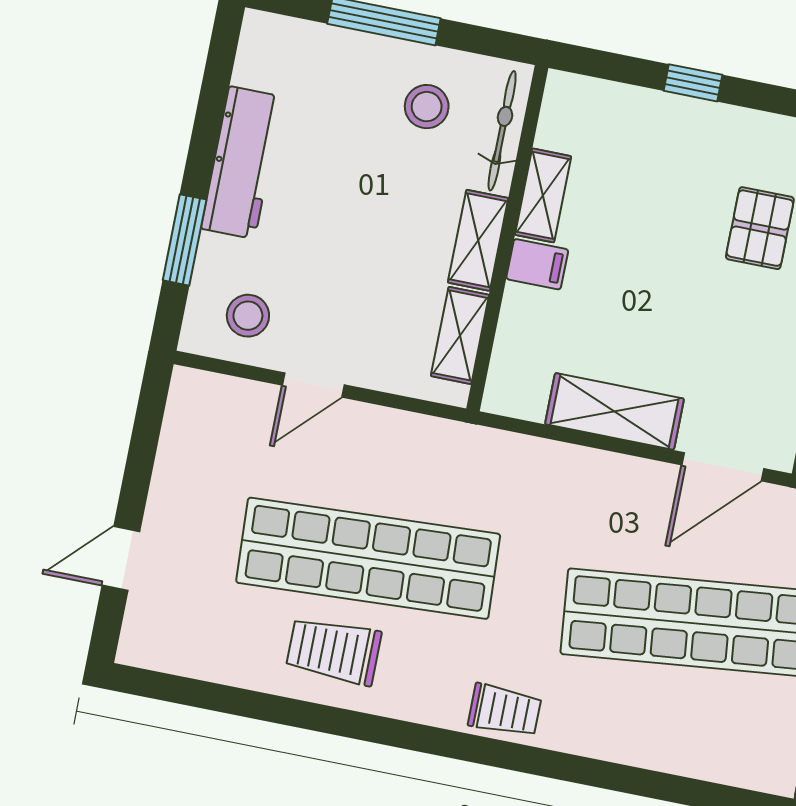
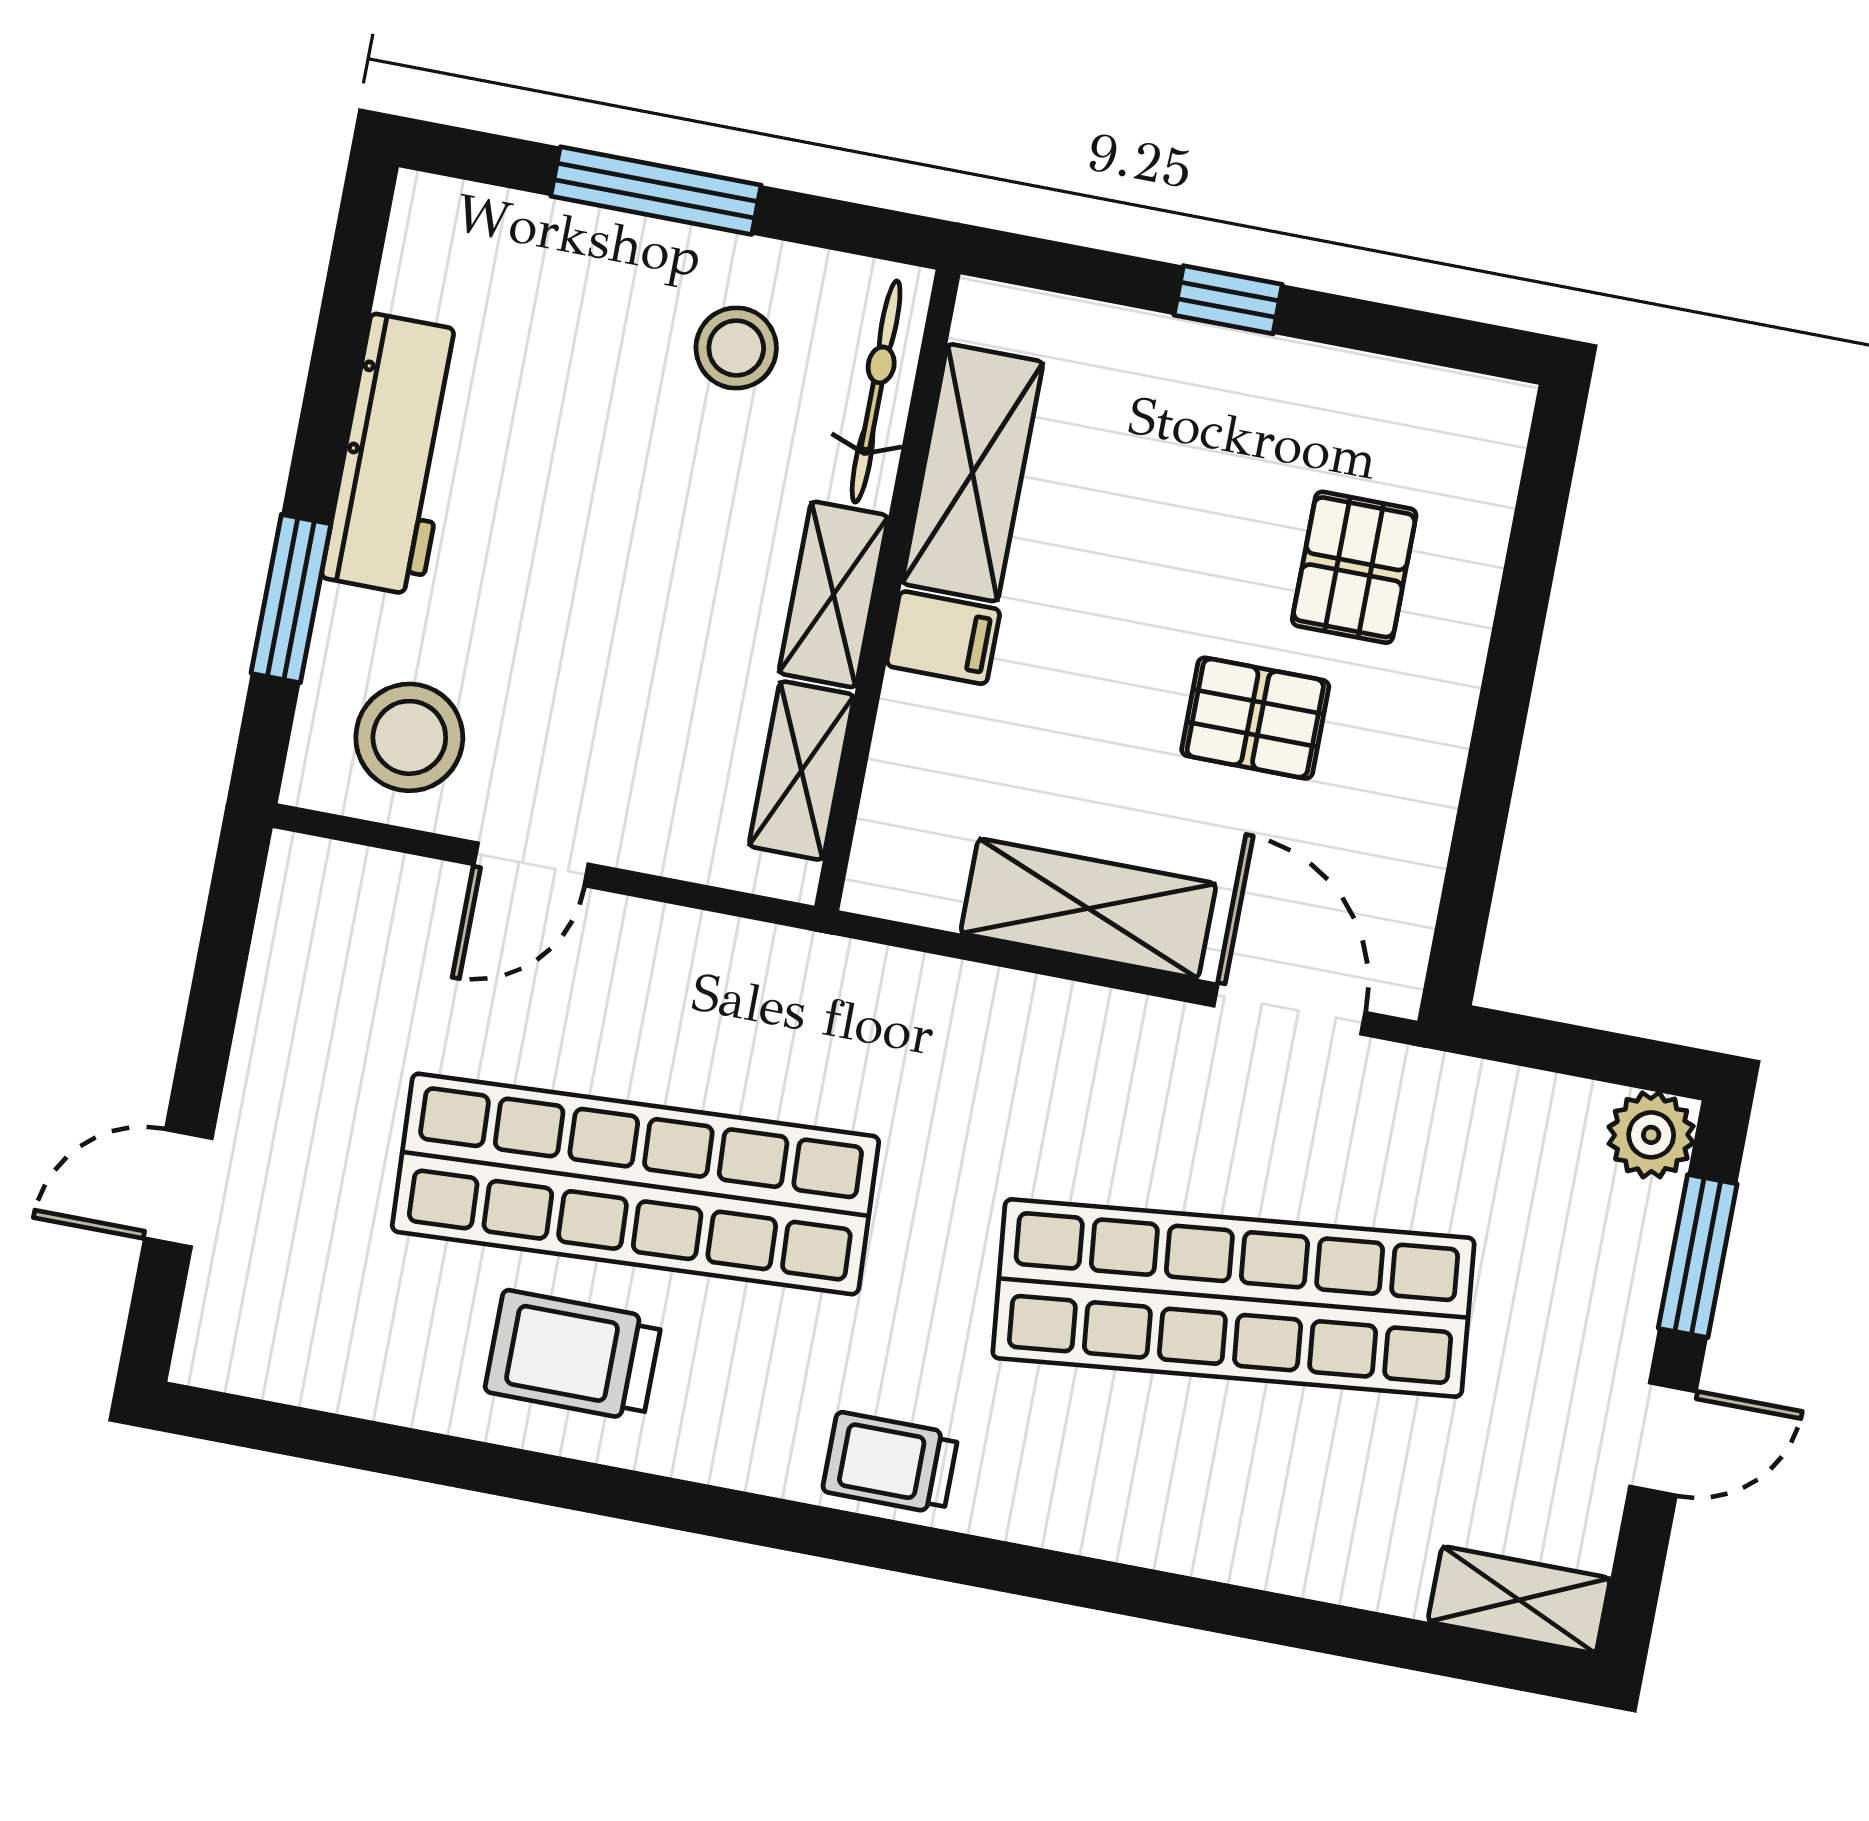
shelving: (543, 195) -> (973, 473), width x1.50, depth x1.33
pallet: (706, 309) -> (1255, 718), added
stool: (248, 316) -> (409, 737), width x1.38, depth x1.38
door: (723, 467) -> (1289, 1009), swing flipped
trolley: (505, 710) -> (890, 1463), turned 180

